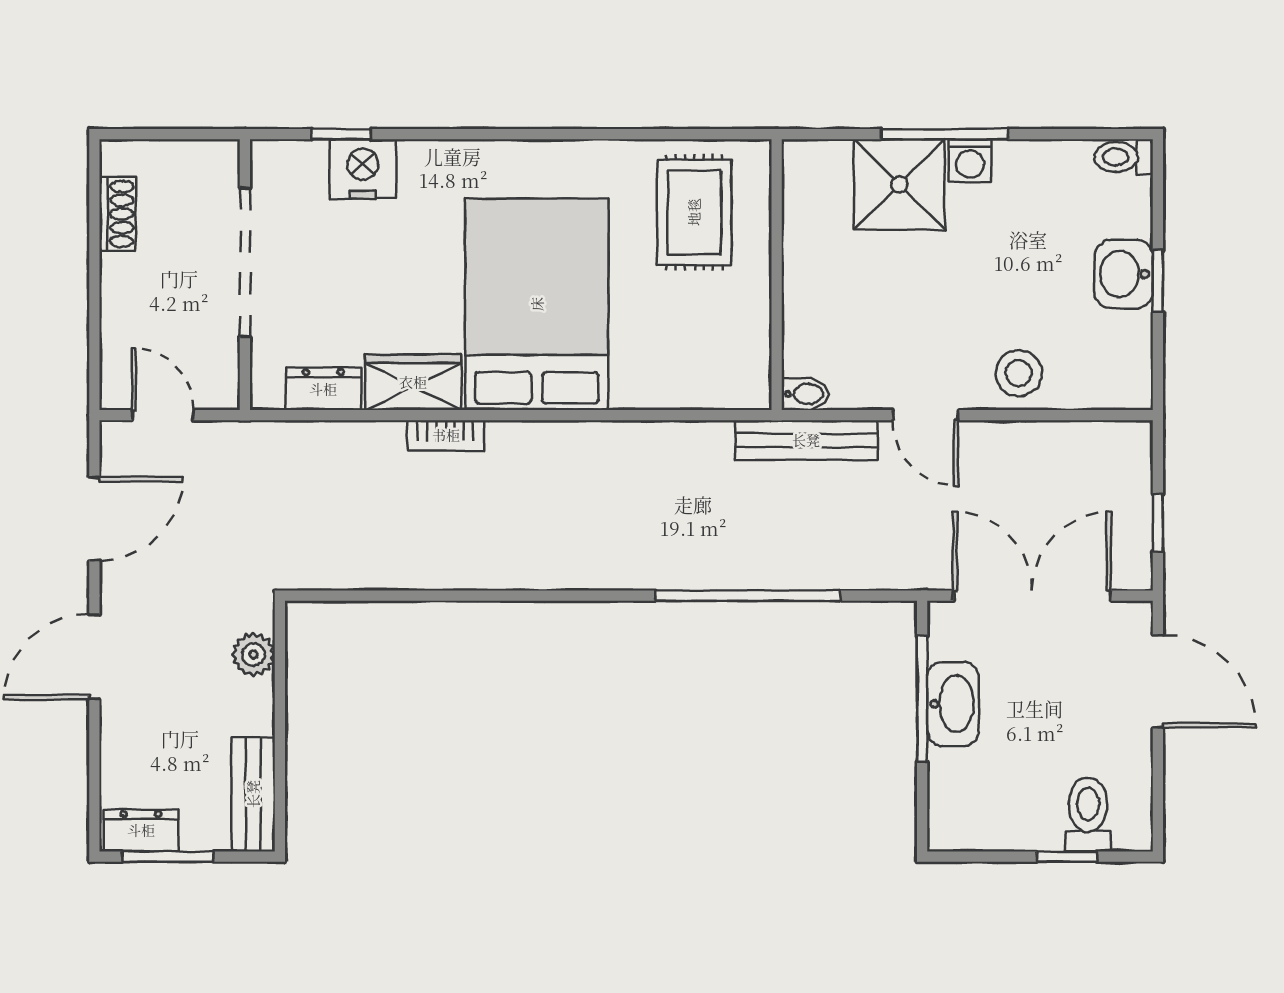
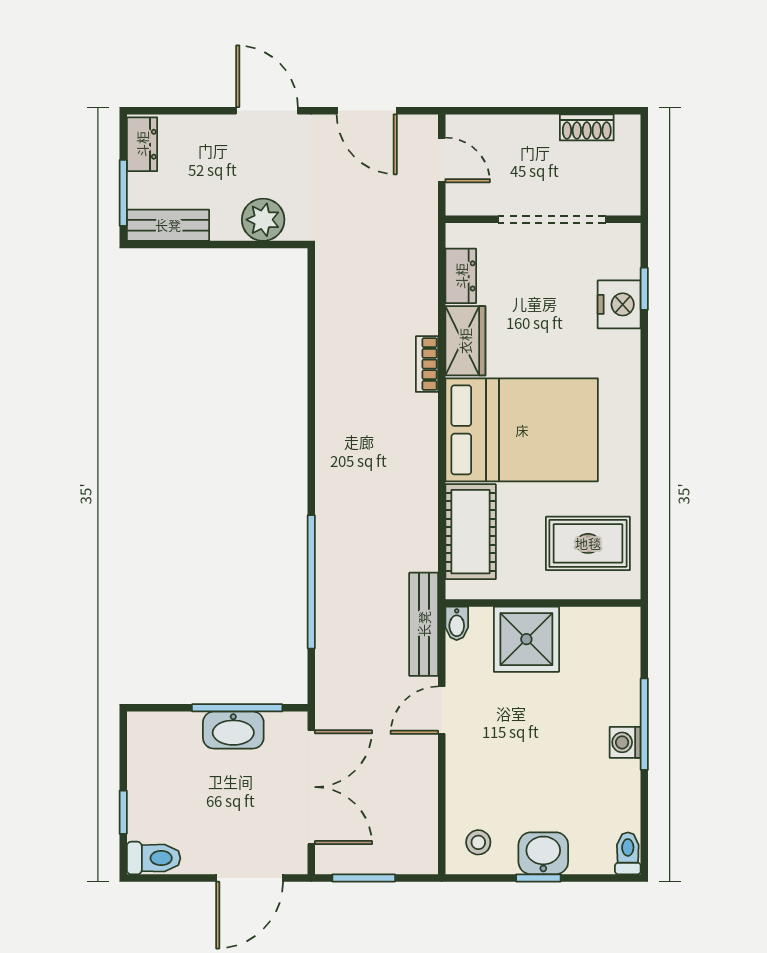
shower: (899, 184) -> (526, 639), moved
stool: (1019, 373) -> (478, 842), moved, width x0.73, depth x0.73
cot: (678, 375) -> (471, 532), added
door: (163, 415) -> (442, 160), hinge flipped
window: (1158, 523) -> (364, 878), width x1.50
plant: (254, 655) -> (263, 220), width x1.38, depth x1.38
toilet: (1088, 814) -> (154, 858), moved
window: (168, 857) -> (123, 193), moved

